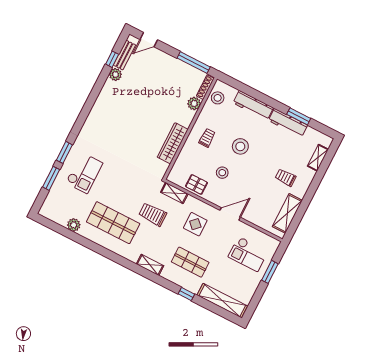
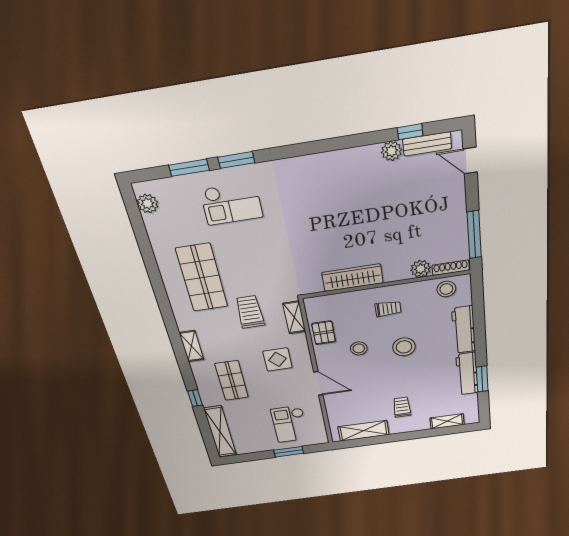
plant: (74, 225) -> (148, 204), moved

